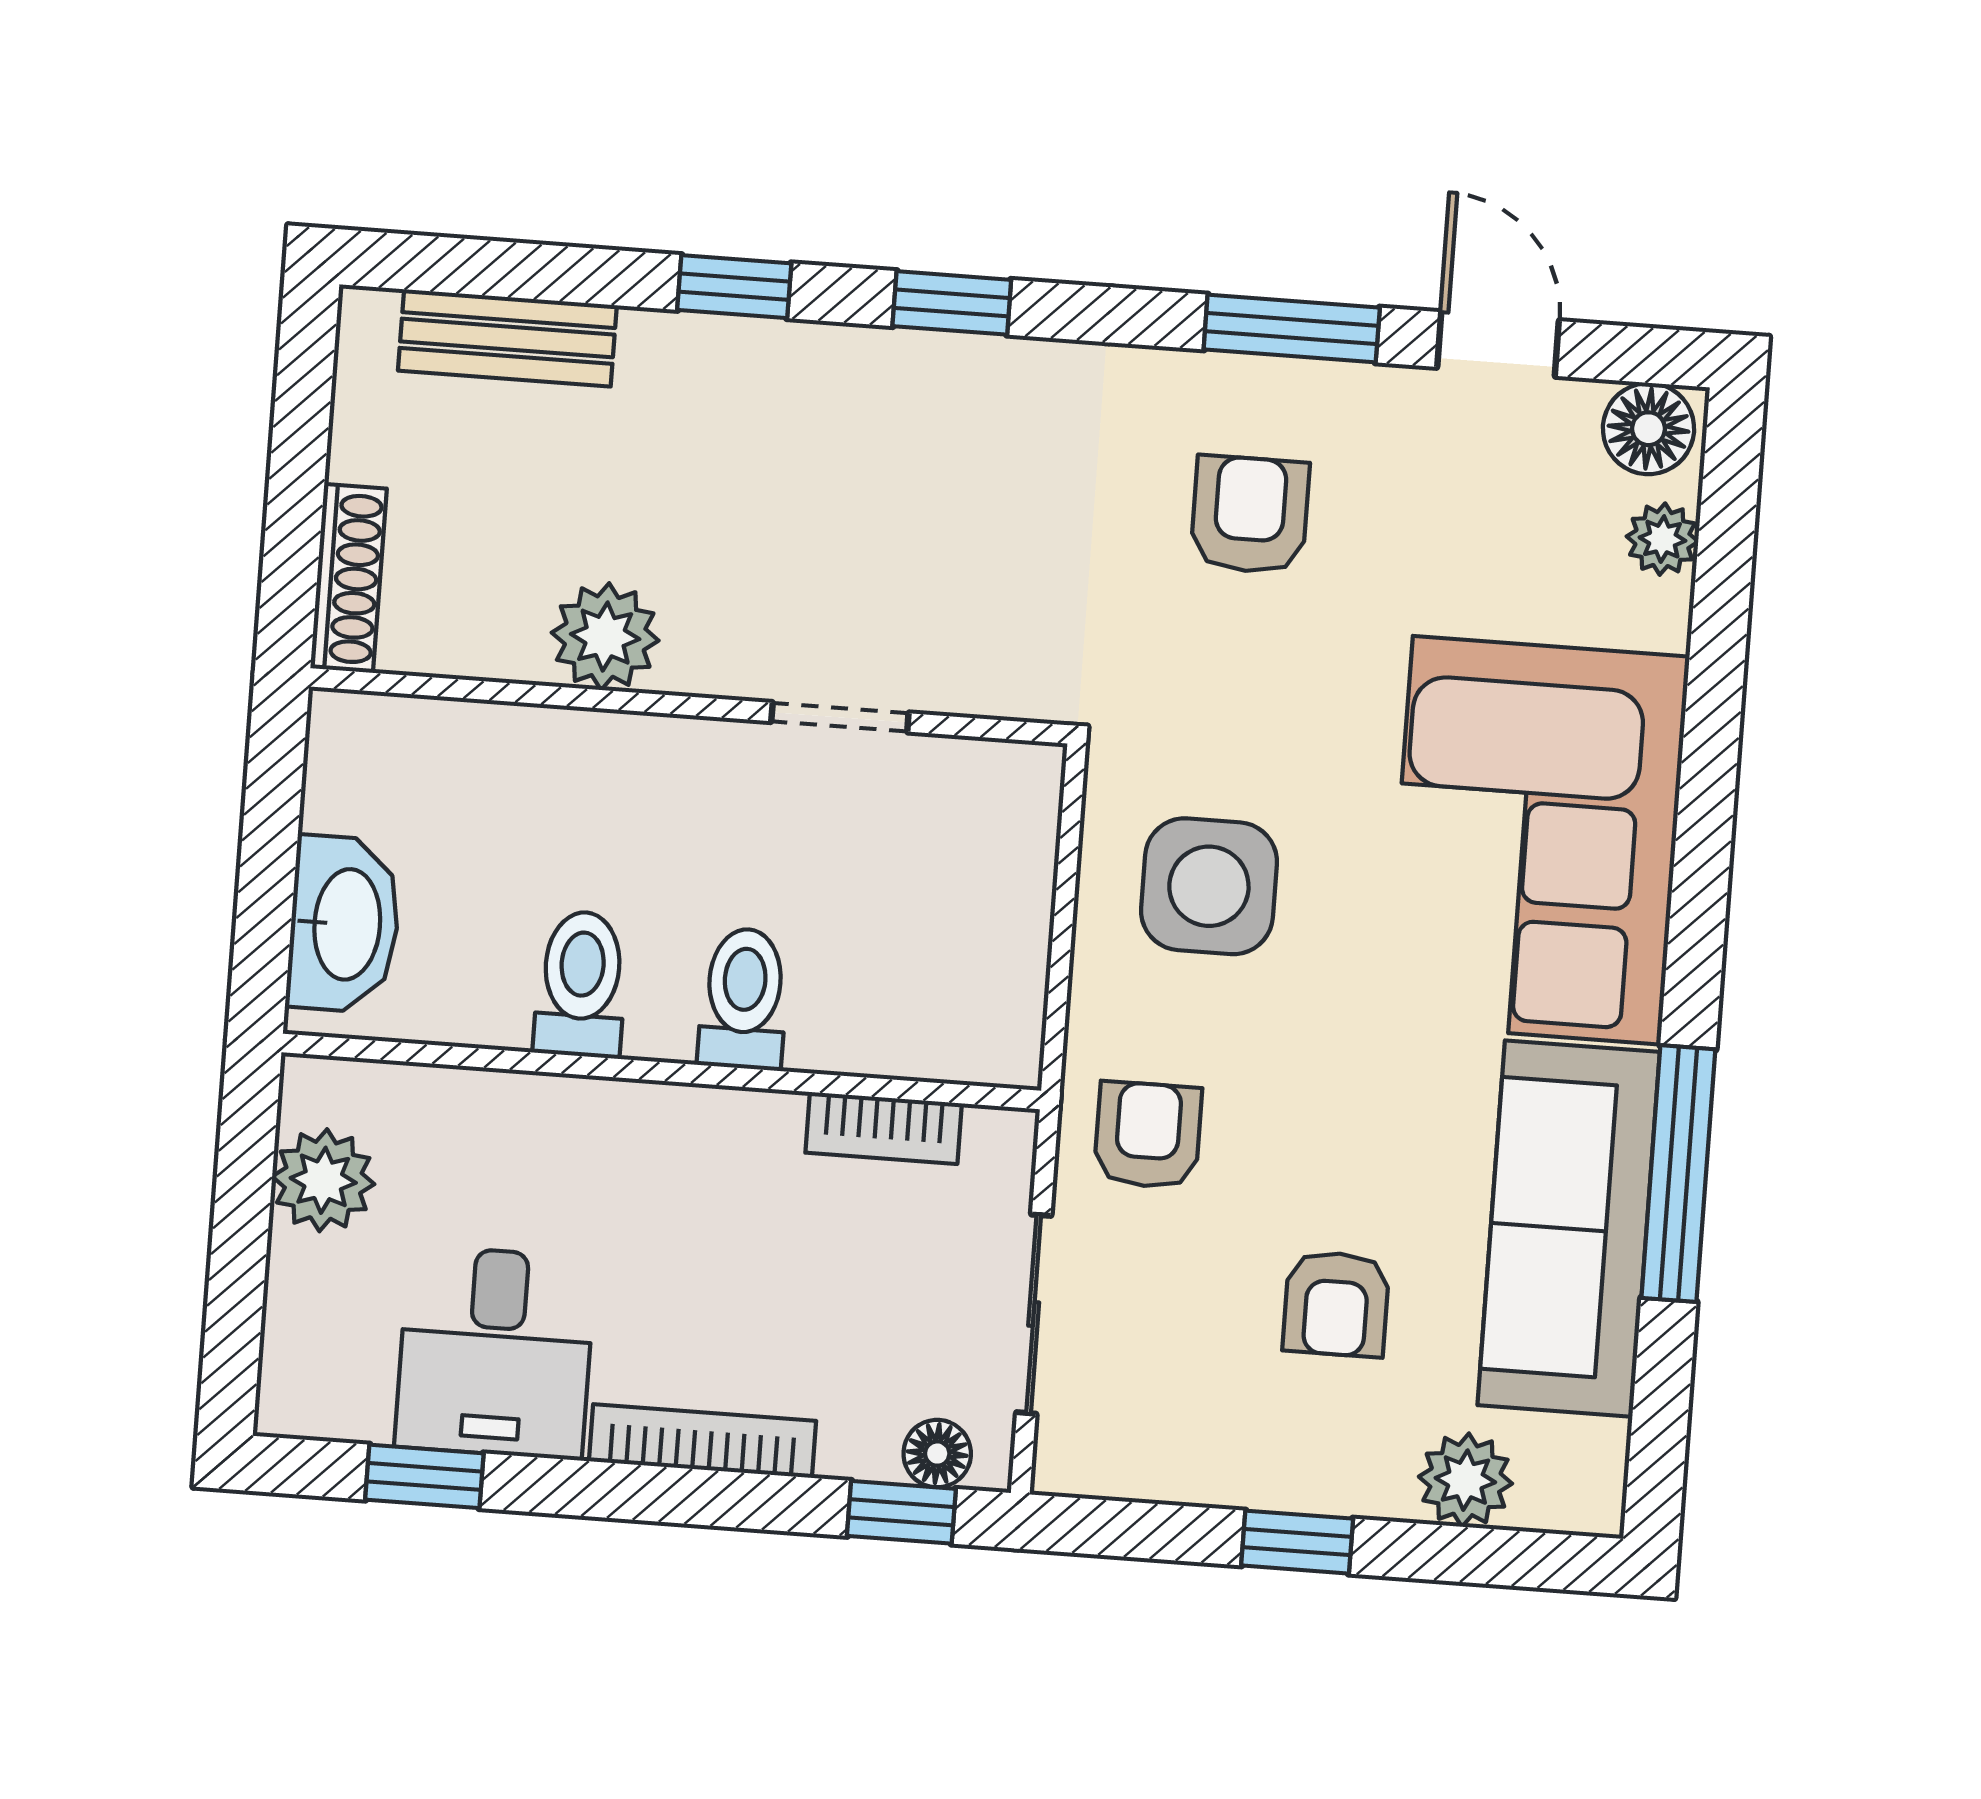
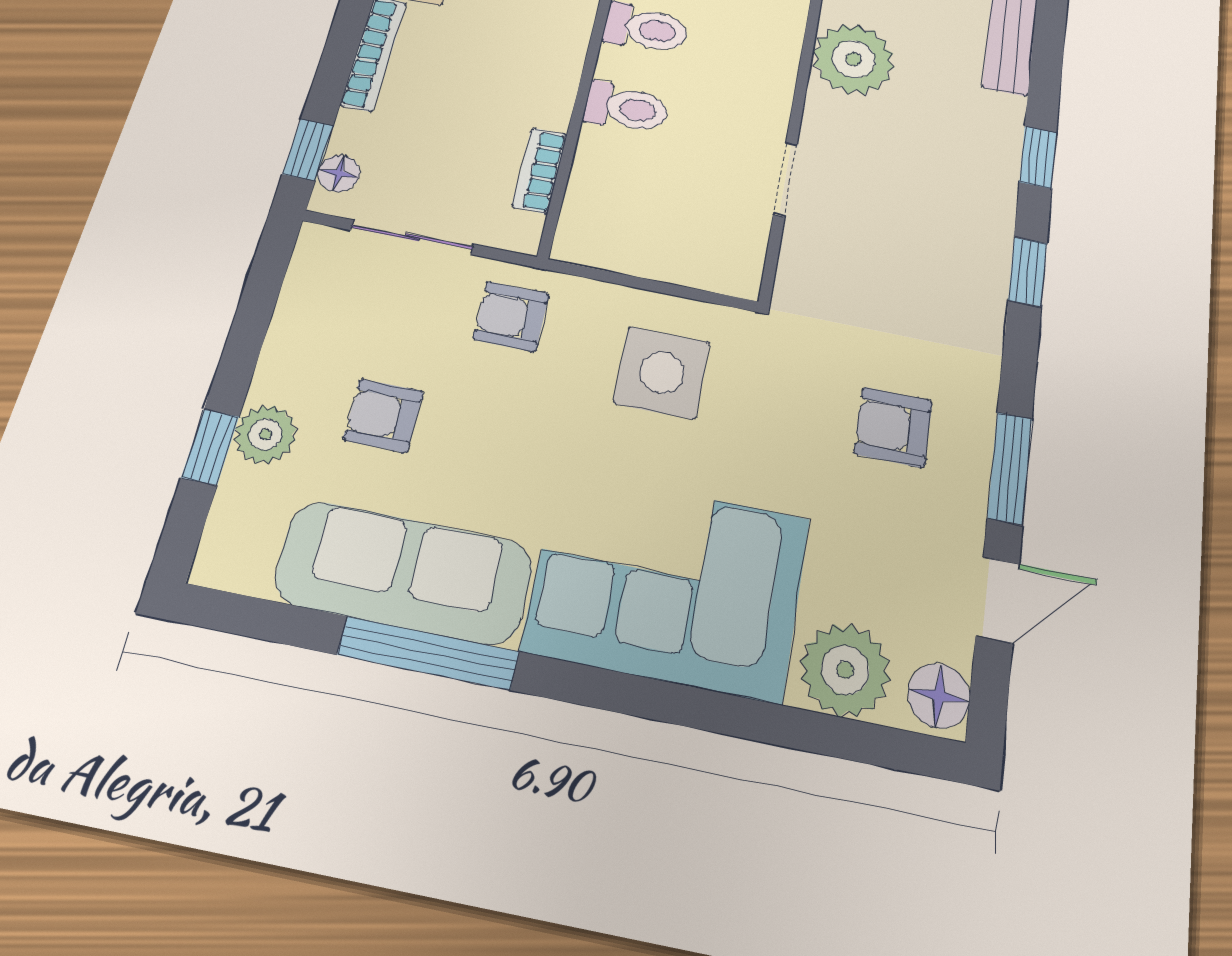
armchair: (1250, 515) -> (893, 427), turned 180
plant: (1662, 539) -> (845, 670), width x1.88, depth x1.88
plant: (605, 637) -> (854, 59), width x1.36, depth x1.36
armchair: (1148, 1135) -> (511, 316), turned 180
plant: (1465, 1480) -> (265, 434), moved
window: (1297, 1542) -> (210, 447), moved

